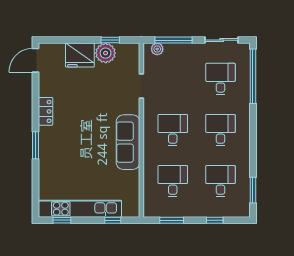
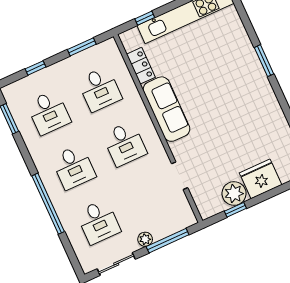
plant: (157, 49) -> (145, 239), moved
window: (253, 76) -> (48, 204), moved
locker: (45, 111) -> (141, 66), moved, turned 180

